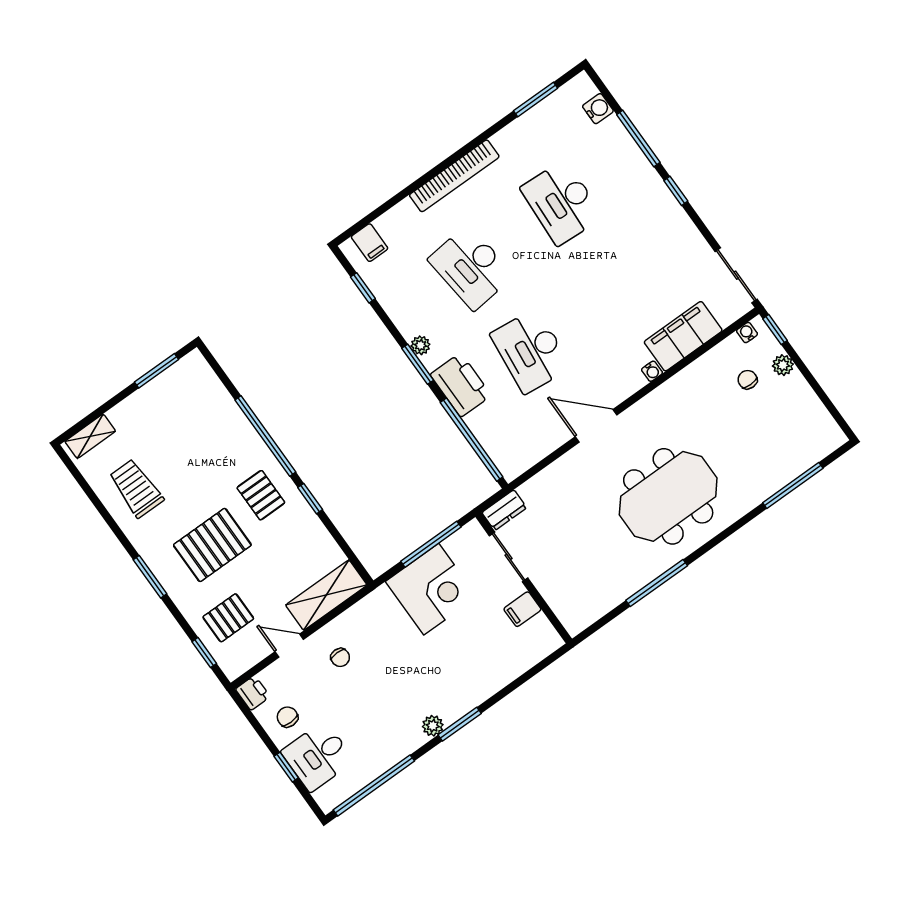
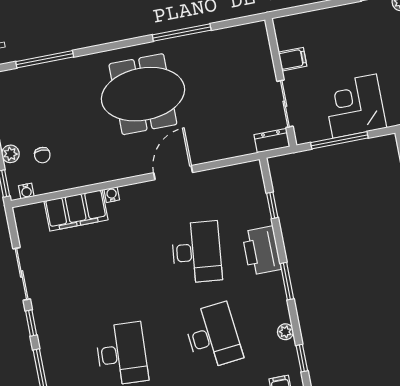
sliding door: (736, 275) -> (22, 274), moved
plant: (420, 345) -> (285, 332), moved
door: (596, 426) -> (173, 173), swing flipped
window: (472, 440) -> (272, 205), width x0.32

